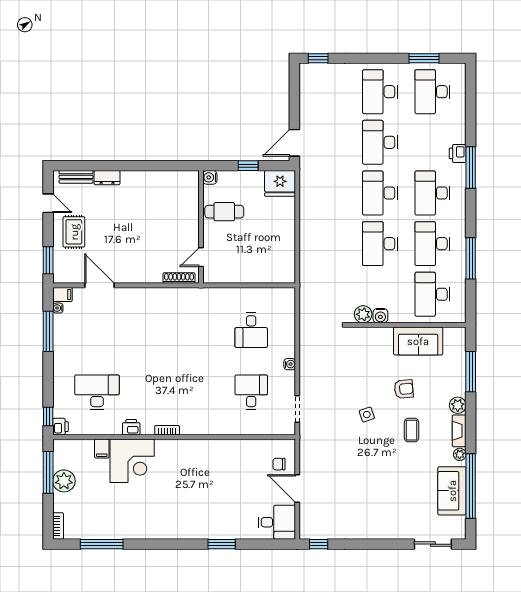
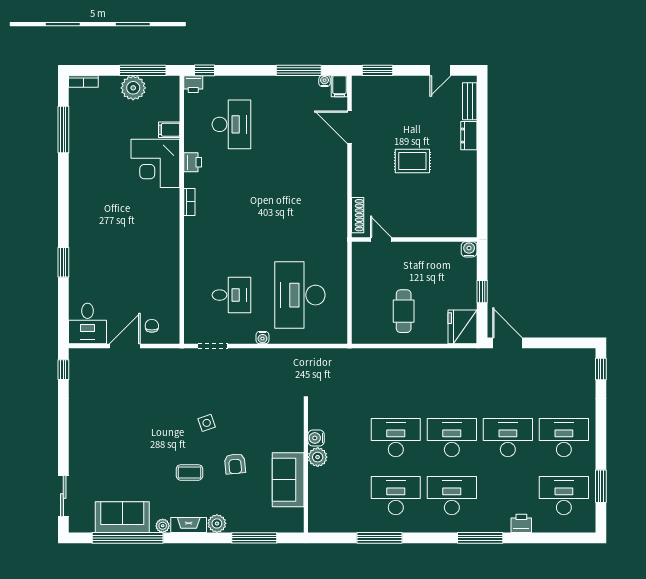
printer: (458, 153) -> (521, 523), moved
cafe table: (224, 212) -> (404, 311), moved
rug: (74, 232) -> (412, 161), moved
door: (100, 285) -> (350, 127), swing flipped
desk: (432, 294) -> (340, 496), removed
plant: (363, 314) -> (318, 457), moved
desk: (251, 330) -> (300, 295), width x1.87, depth x1.30

